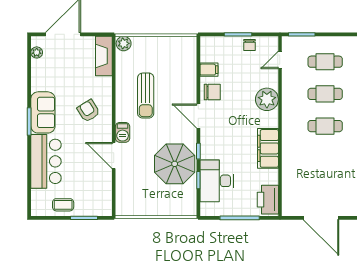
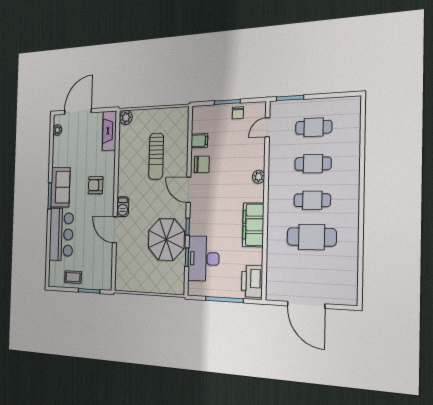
sun lounger: (146, 96) -> (156, 156), moved
plant: (267, 99) -> (259, 177), width x0.53, depth x0.53
armchair: (88, 111) -> (96, 185), turned -58
cafe table: (325, 158) -> (312, 237), added

